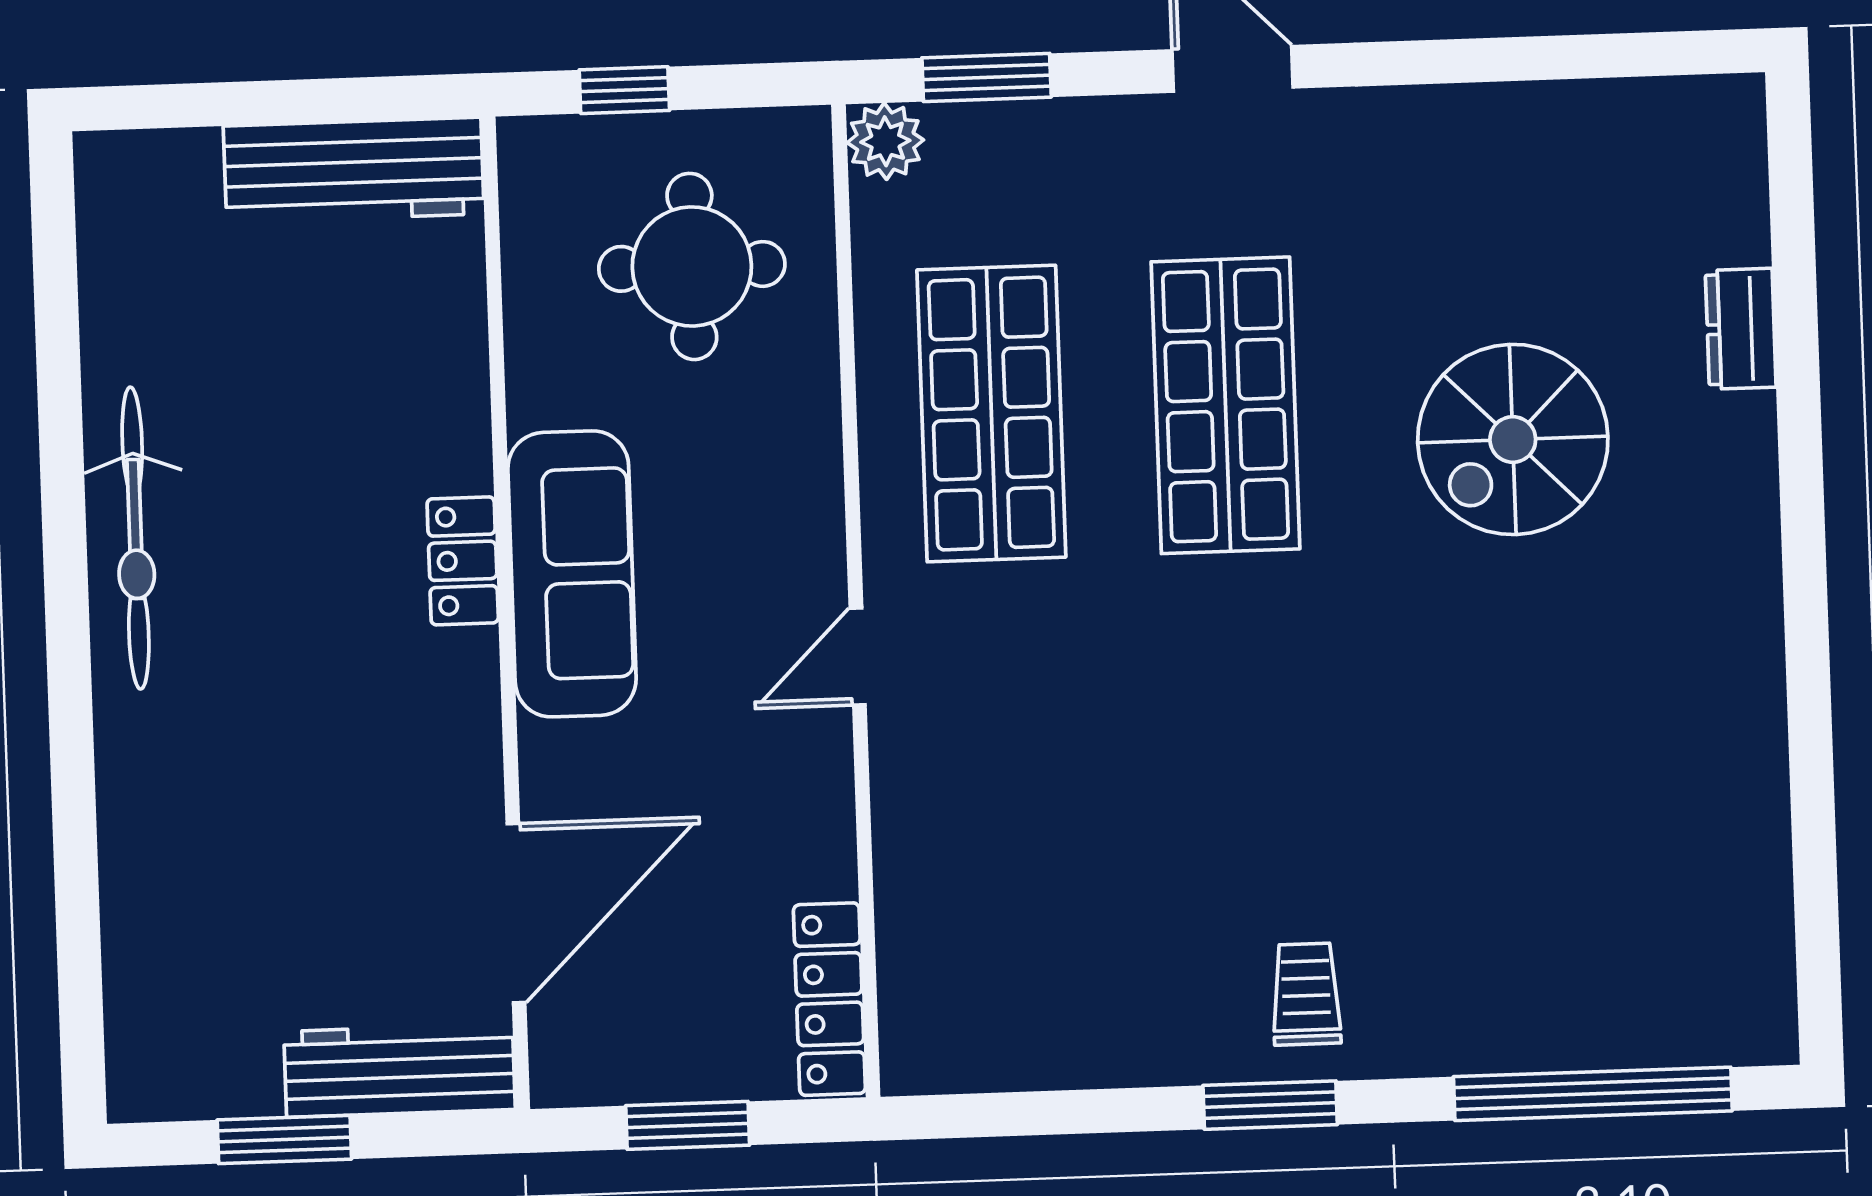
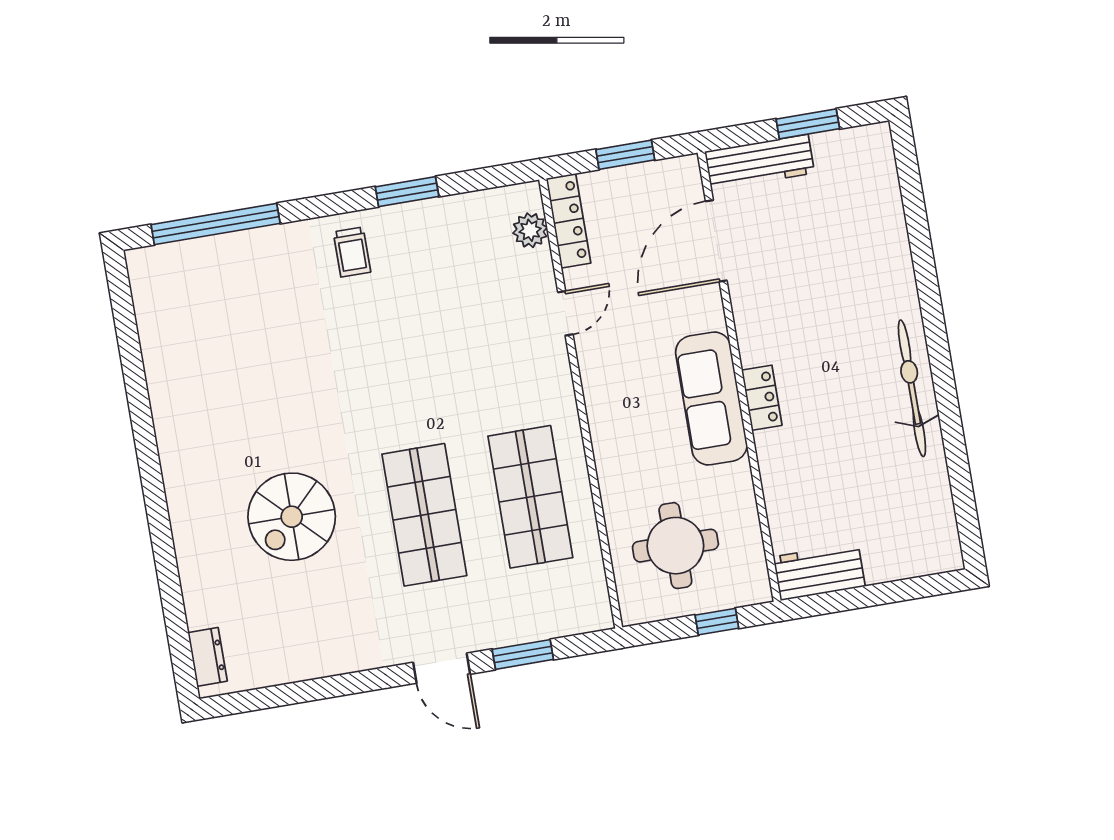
window: (987, 77) -> (523, 654), moved
plant: (885, 141) -> (530, 230), moved
workbench: (354, 170) -> (819, 572), width x0.73
dresser: (1741, 329) -> (208, 657), moved
spiral stairs: (1513, 439) -> (292, 517), turned 180
door: (858, 657) -> (565, 313), moved
window: (1270, 1105) -> (407, 192), moved

